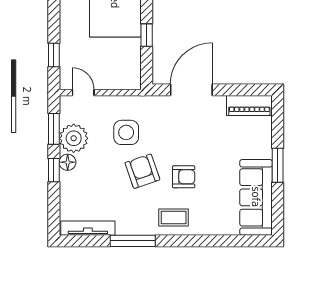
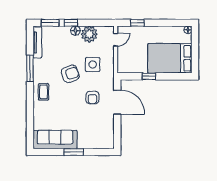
piano: (249, 106) -> (108, 136), removed
window: (54, 129) -> (50, 23), moved
armchair: (184, 177) -> (93, 98), moved

